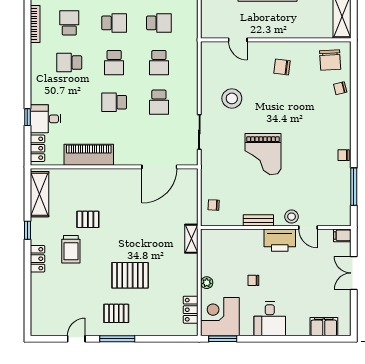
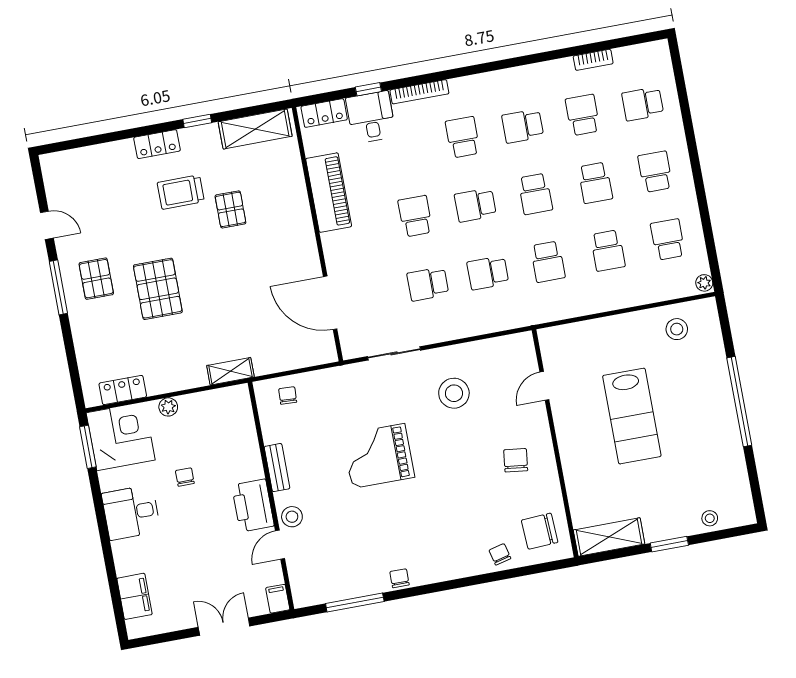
school desk: (69, 23) -> (523, 126), turned 180
bookcase: (35, 24) -> (419, 92), moved

